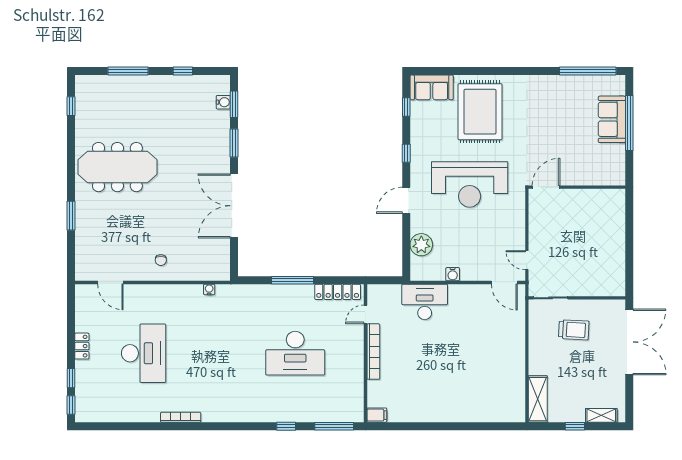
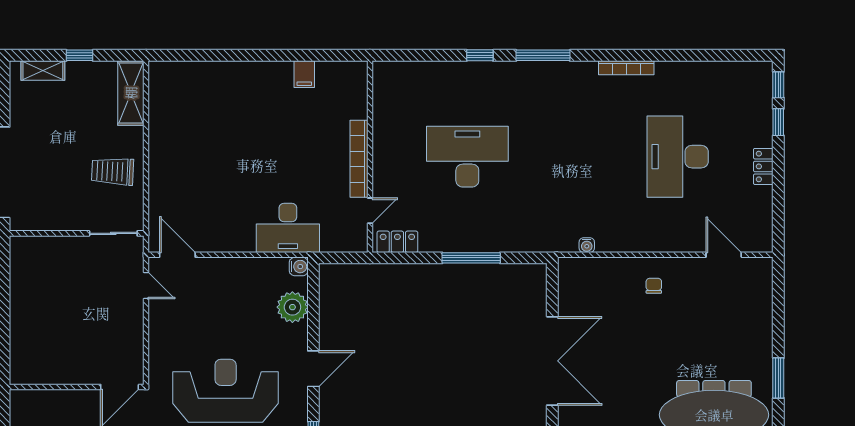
window: (71, 216) -> (778, 378), moved
water cooler: (453, 274) -> (299, 267), moved, turned 90
locker: (338, 292) -> (397, 242), width x0.66
trolley: (574, 330) -> (113, 171), moved
filing cabinet: (377, 415) -> (304, 74), moved, turned -90
window: (334, 426) -> (543, 55), moved

